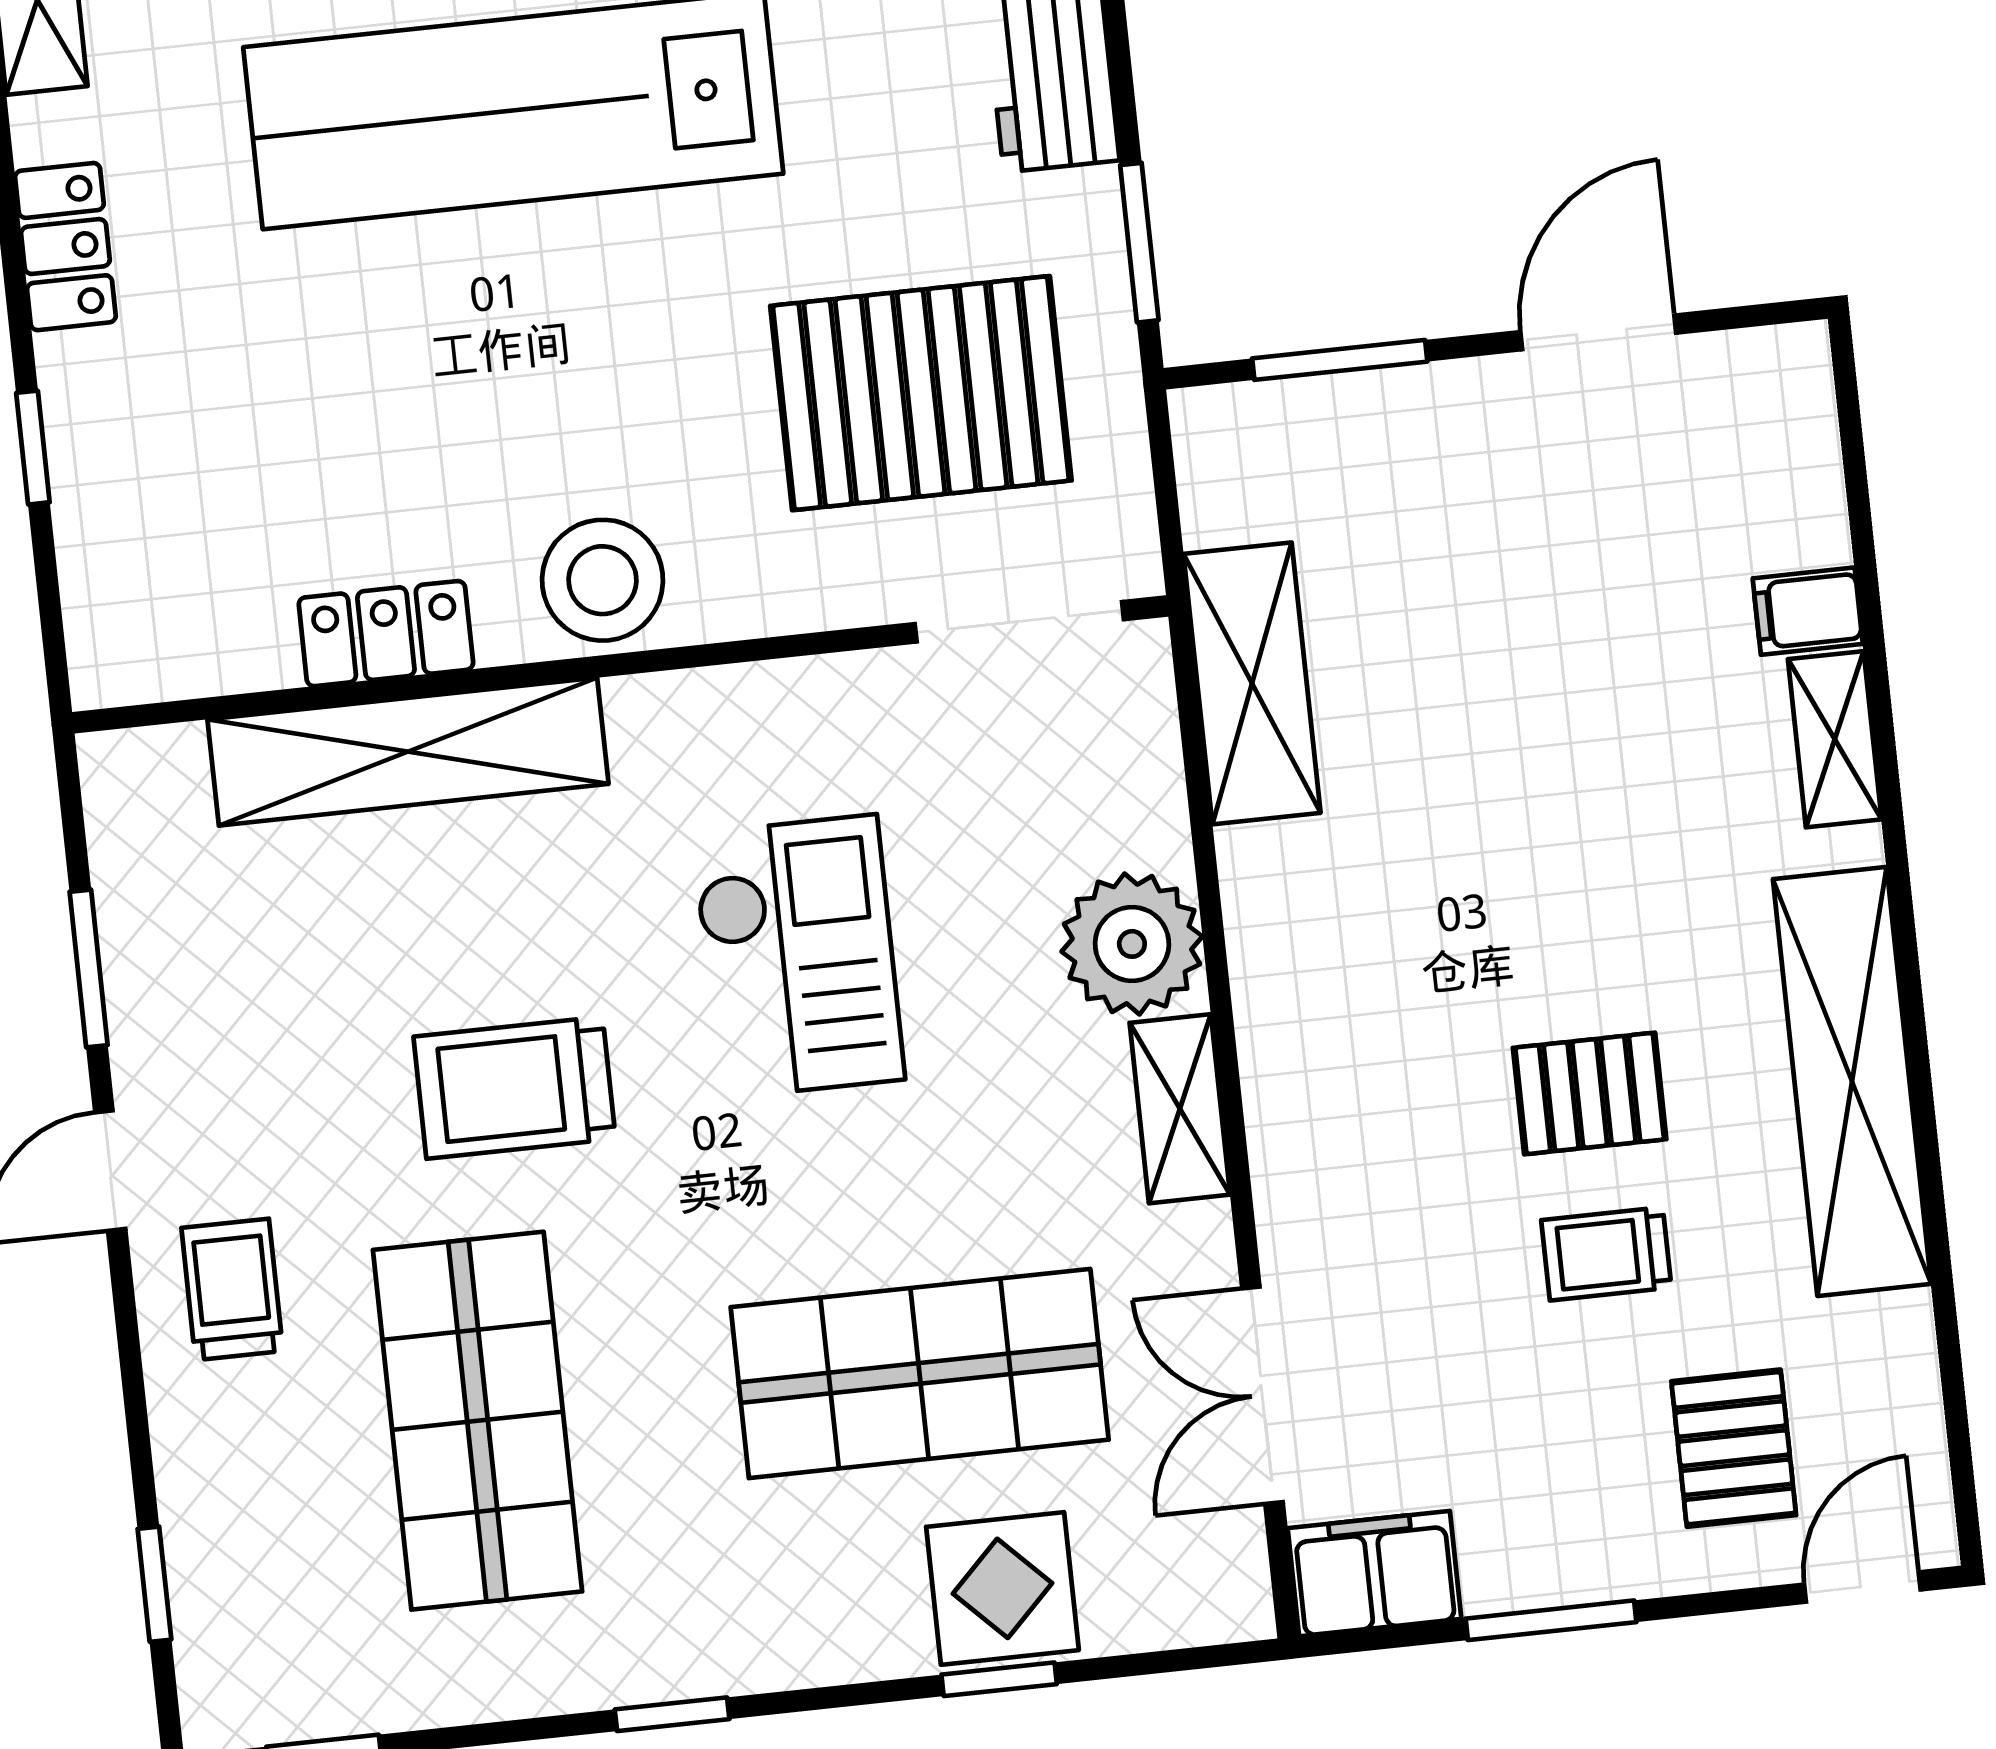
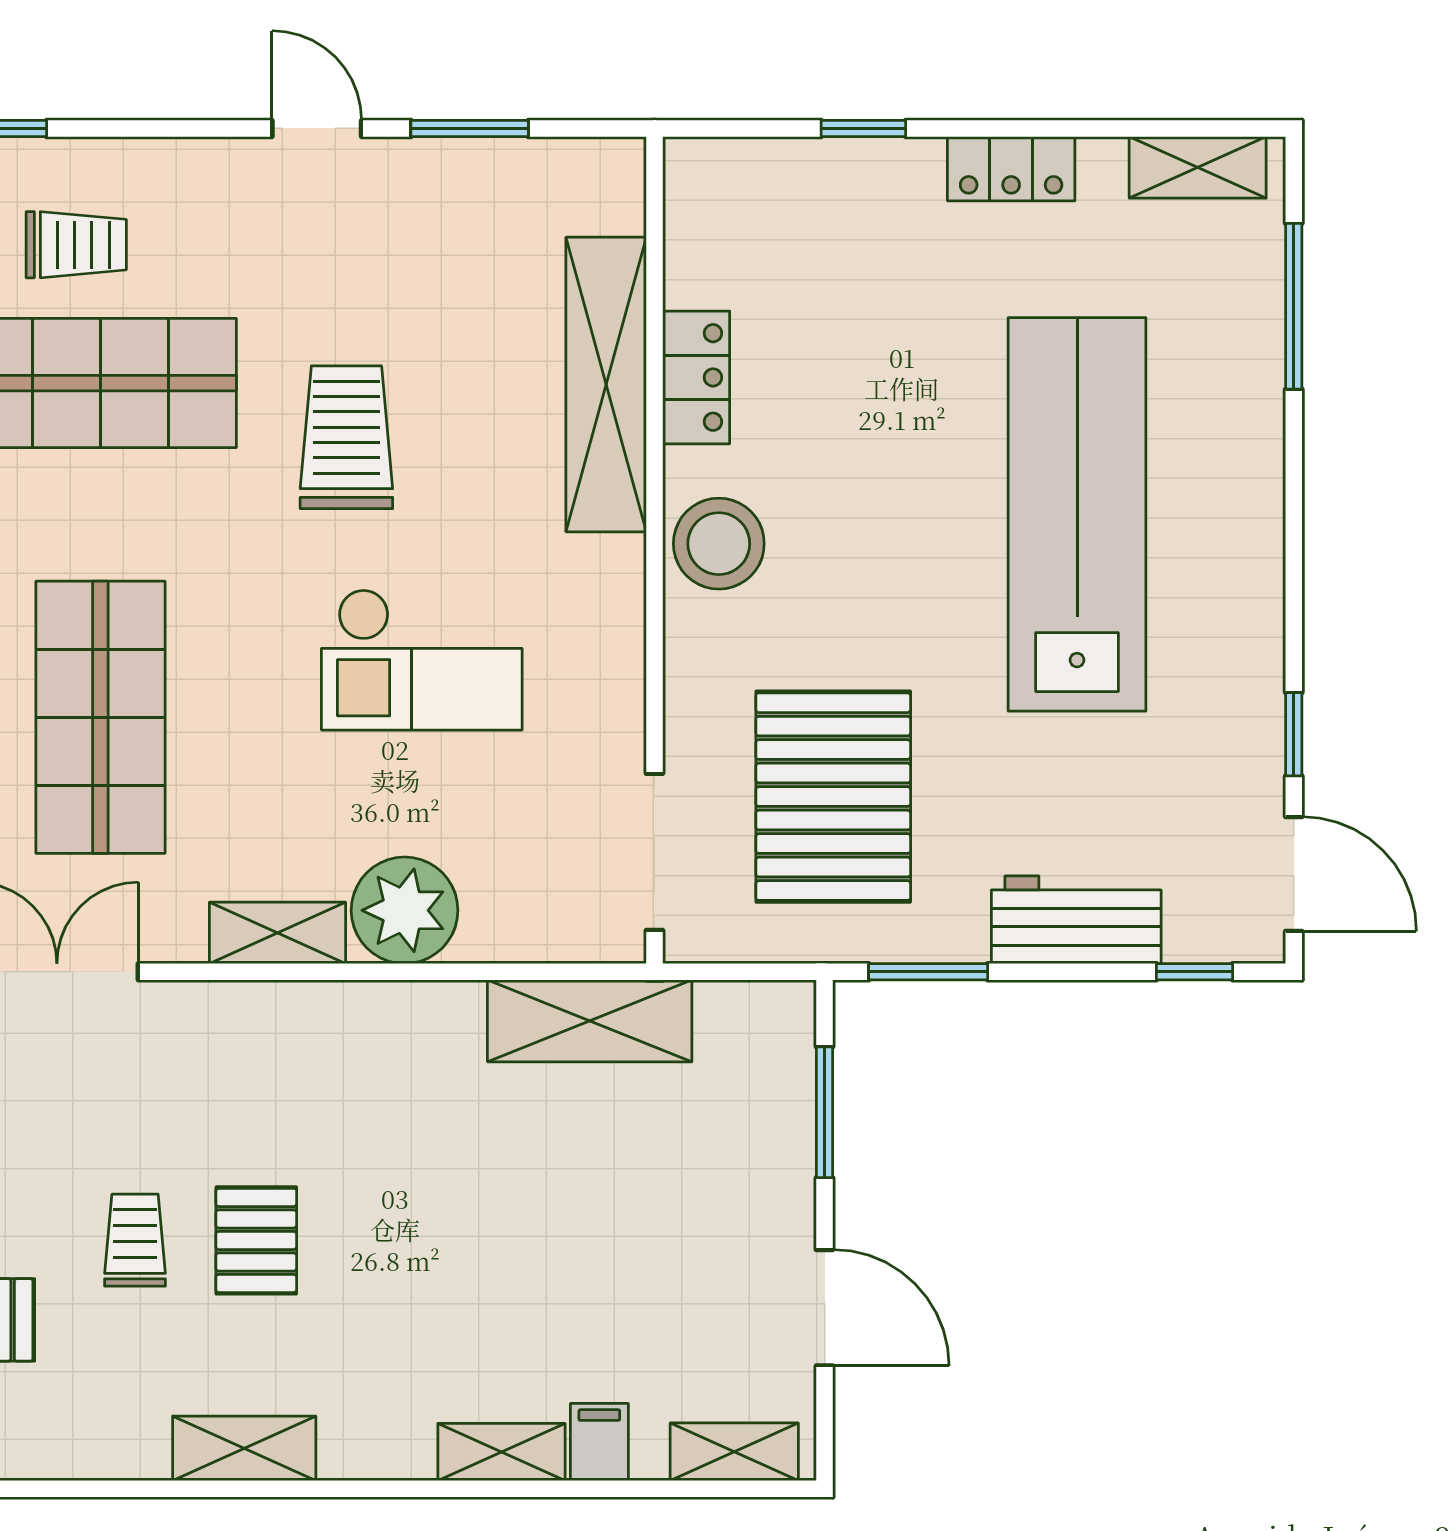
shelving: (1801, 431) -> (734, 1452), added
shelving: (1852, 1081) -> (244, 1448), width x0.45, depth x0.75
trolley: (232, 1289) -> (76, 245), moved

